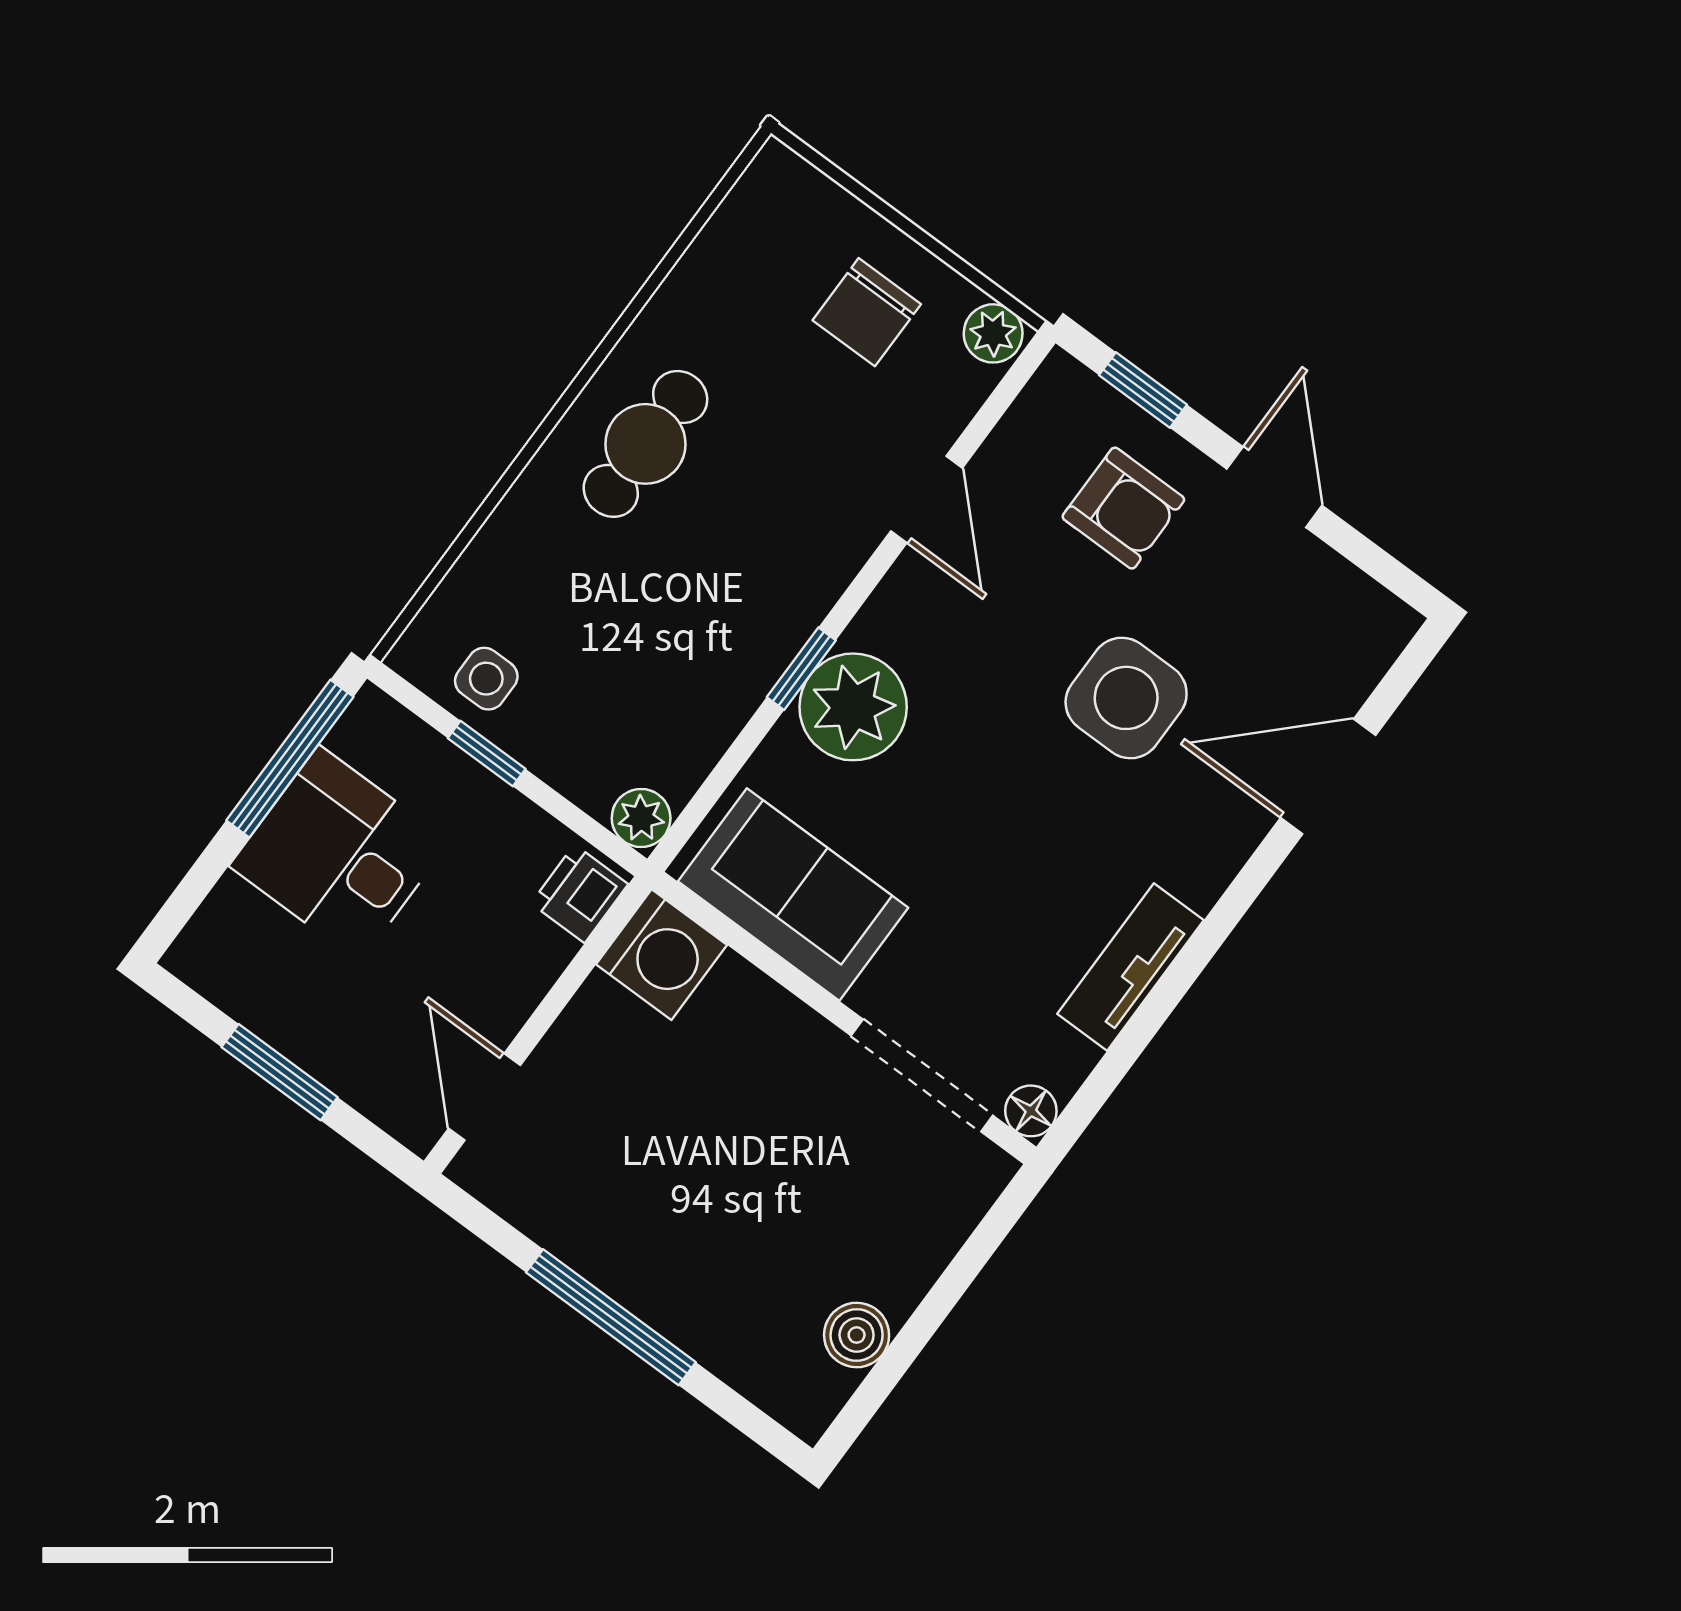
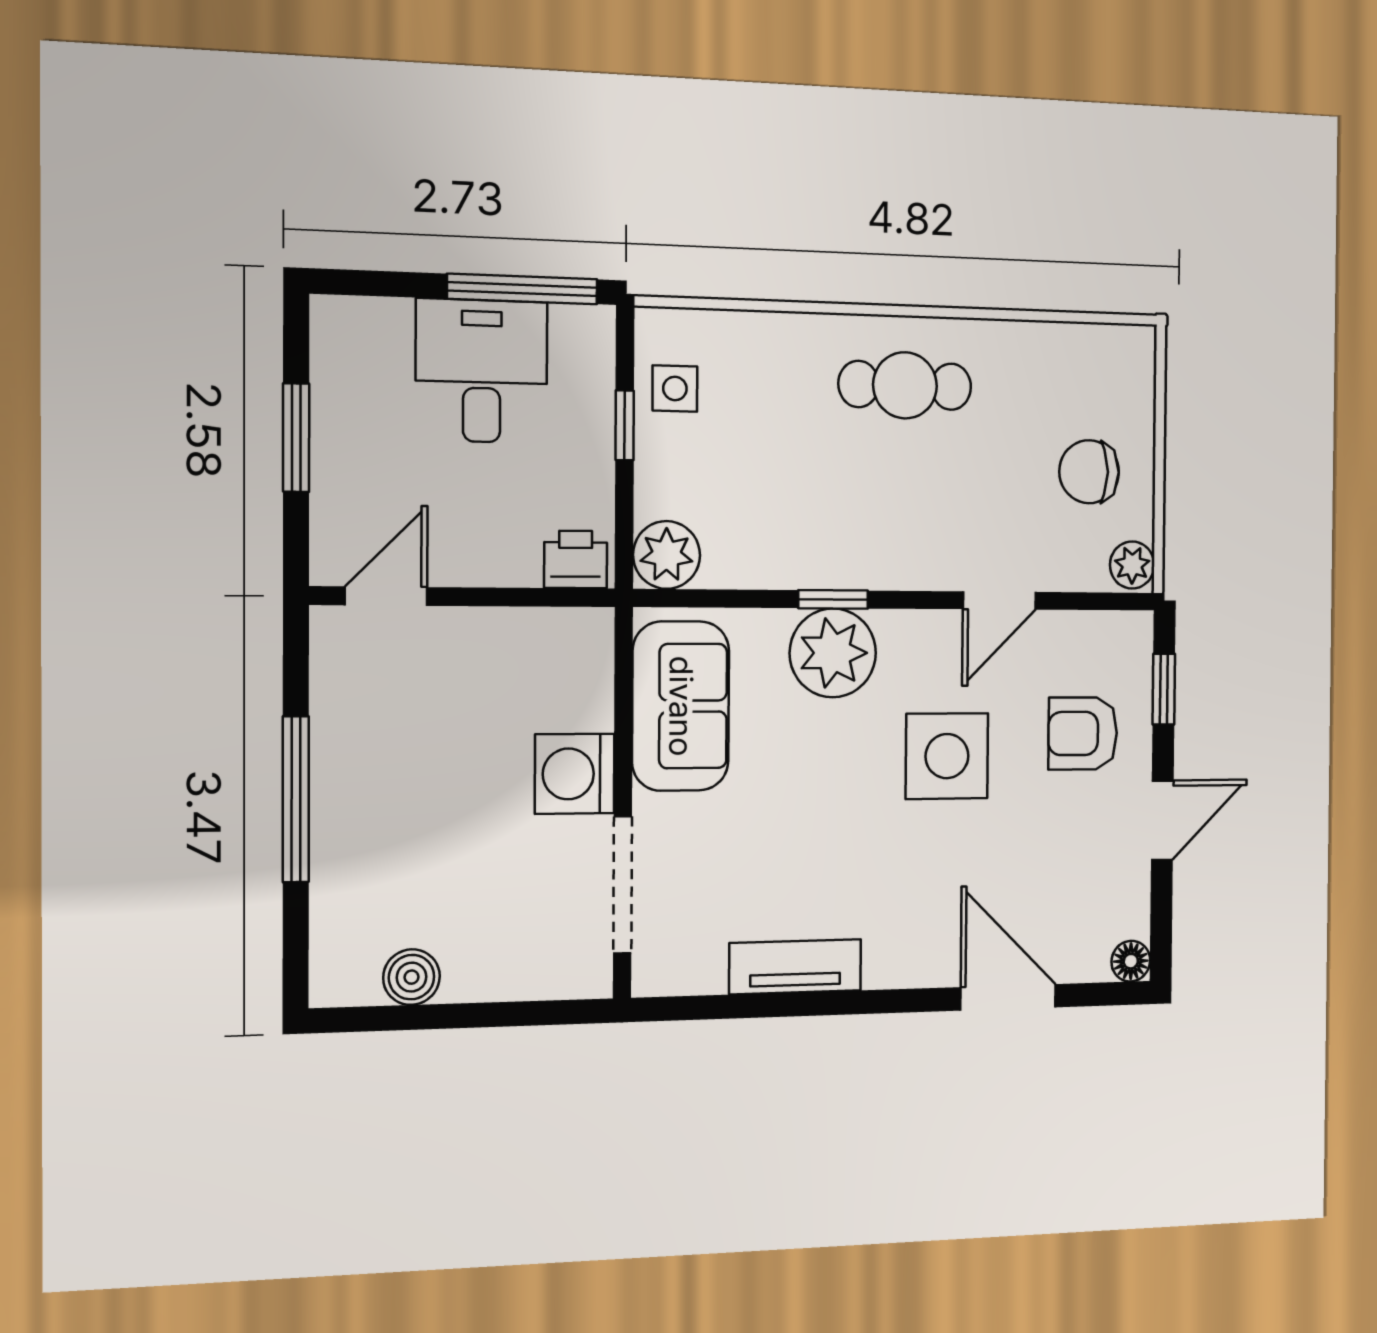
armchair: (1123, 508) -> (1083, 733), turned 90
side table: (1126, 698) -> (947, 756), moved
plant: (641, 818) -> (667, 555), width x1.38, depth x1.38
washing machine: (661, 955) -> (575, 774), moved, turned 90
floor lamp: (1031, 1111) -> (1131, 961), moved

